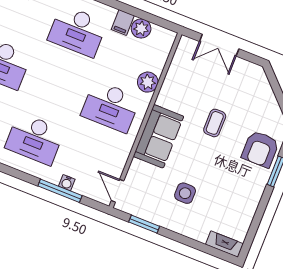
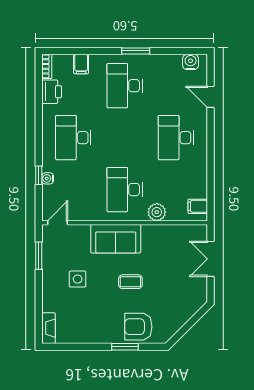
filing cabinet: (123, 23) -> (198, 206), moved
plant: (141, 29) -> (199, 189), removed
coffee table: (215, 123) -> (130, 282), moved
window: (60, 191) -> (39, 175), width x0.46

